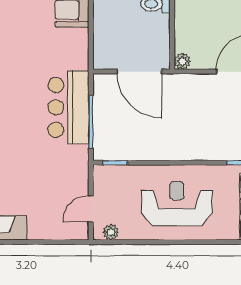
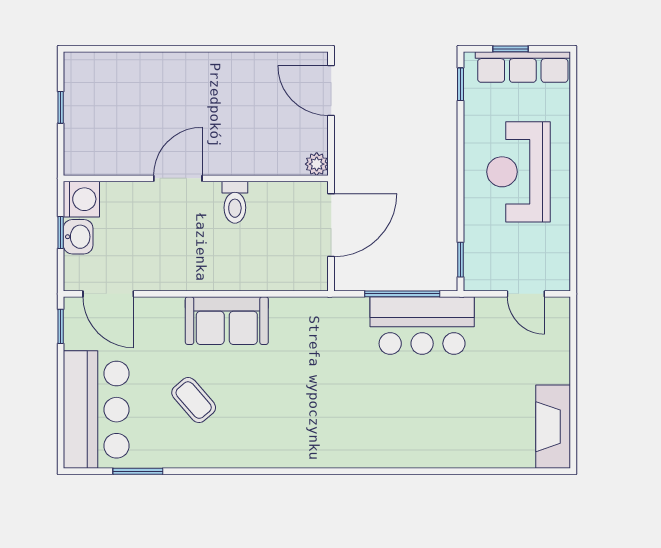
bar counter: (68, 107) -> (422, 326), moved
plant: (111, 232) -> (559, 265), removed

